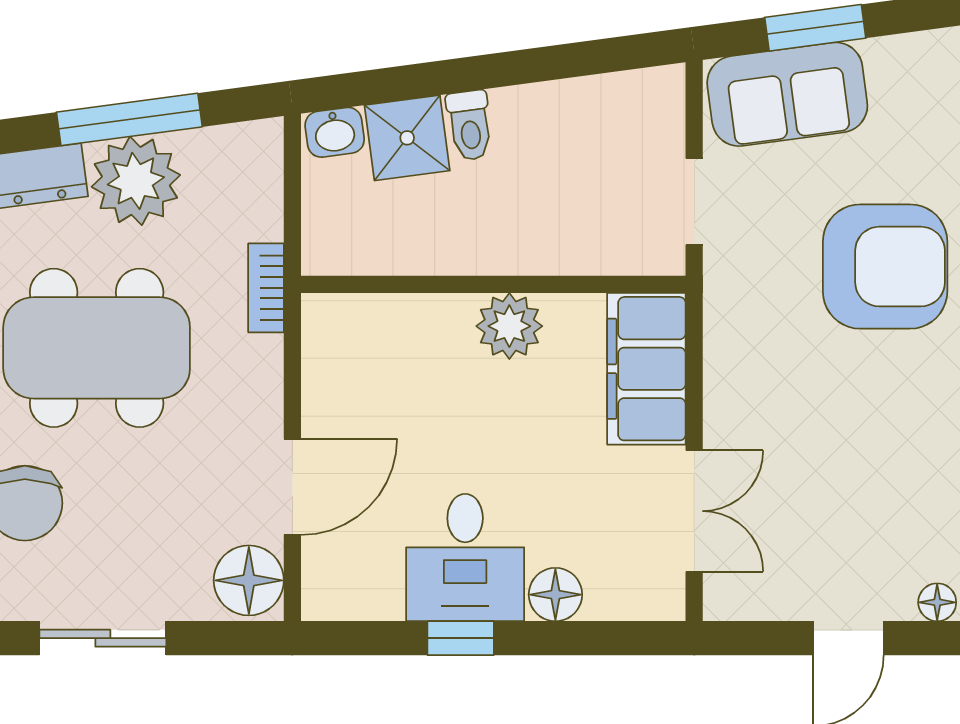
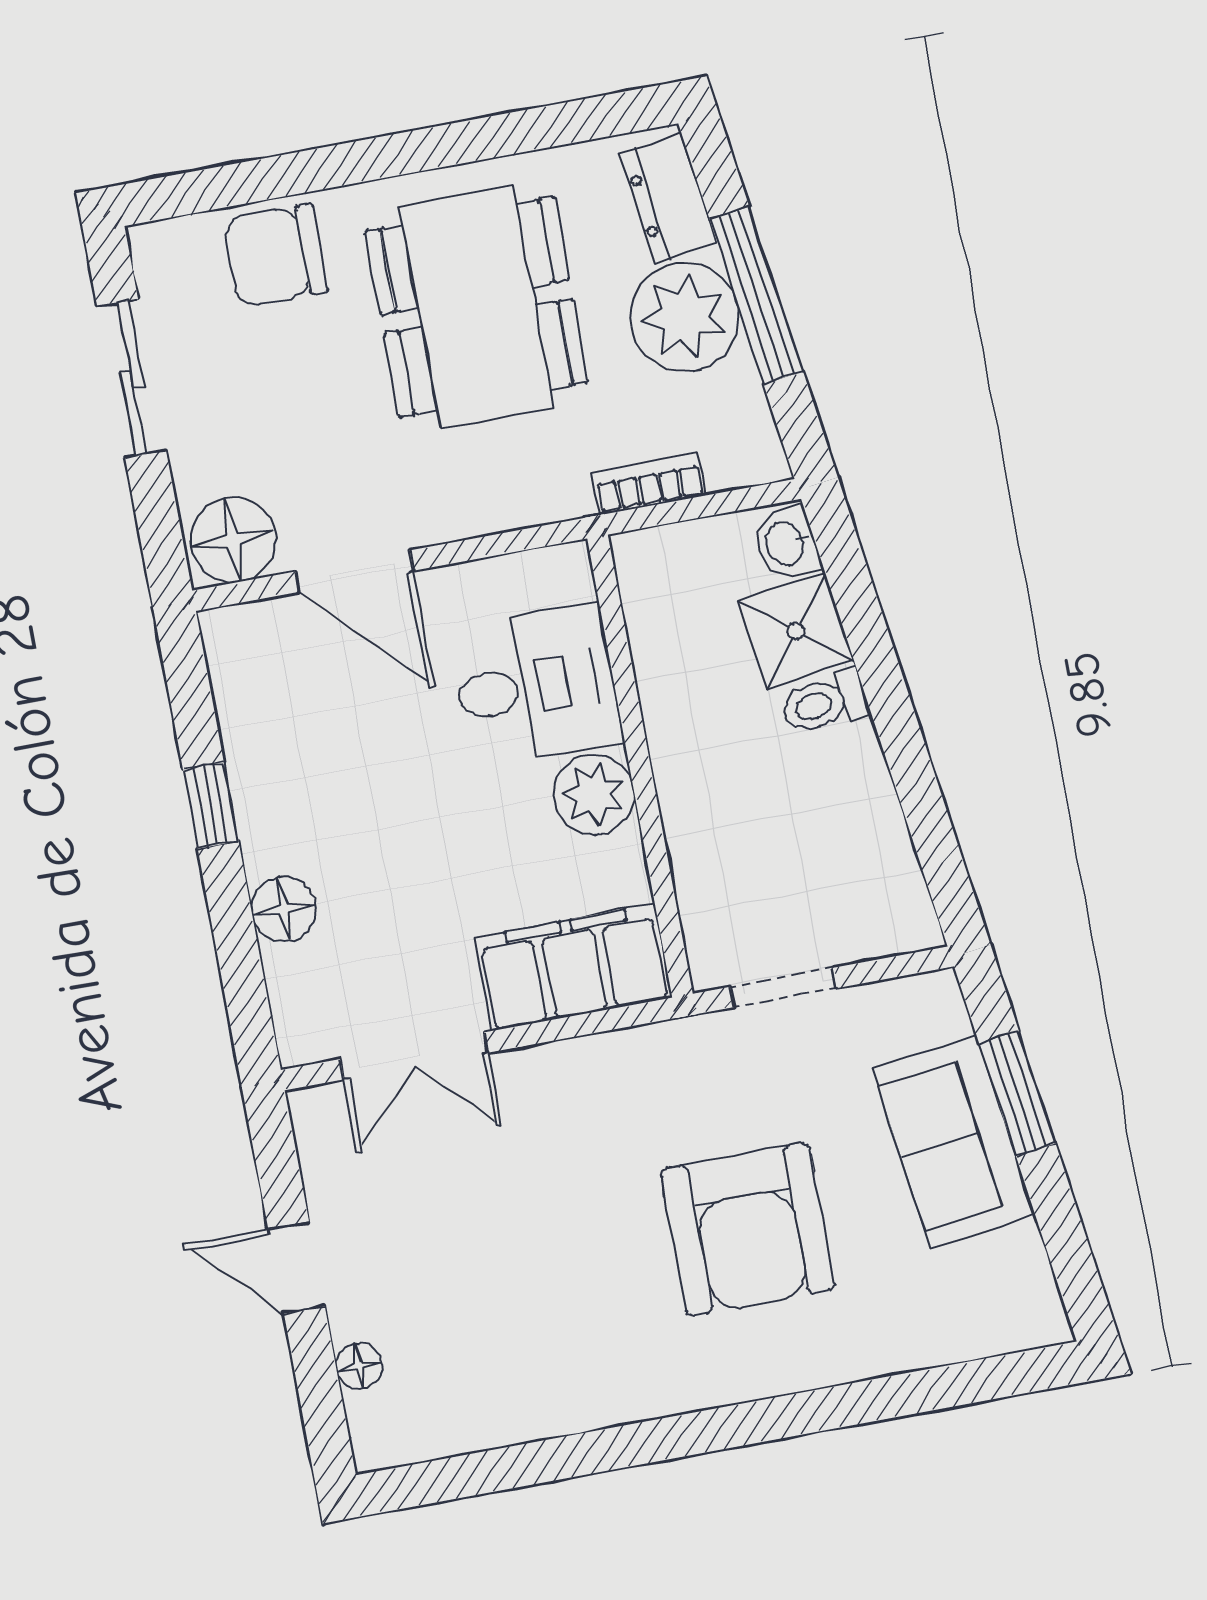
sofa: (787, 94) -> (954, 1142), moved
bookcase: (266, 288) -> (649, 484), moved
desk: (465, 558) -> (536, 686), moved, turned 180

